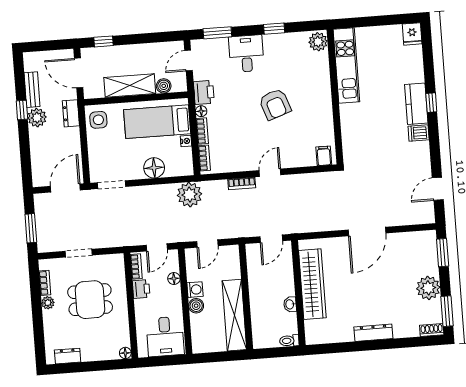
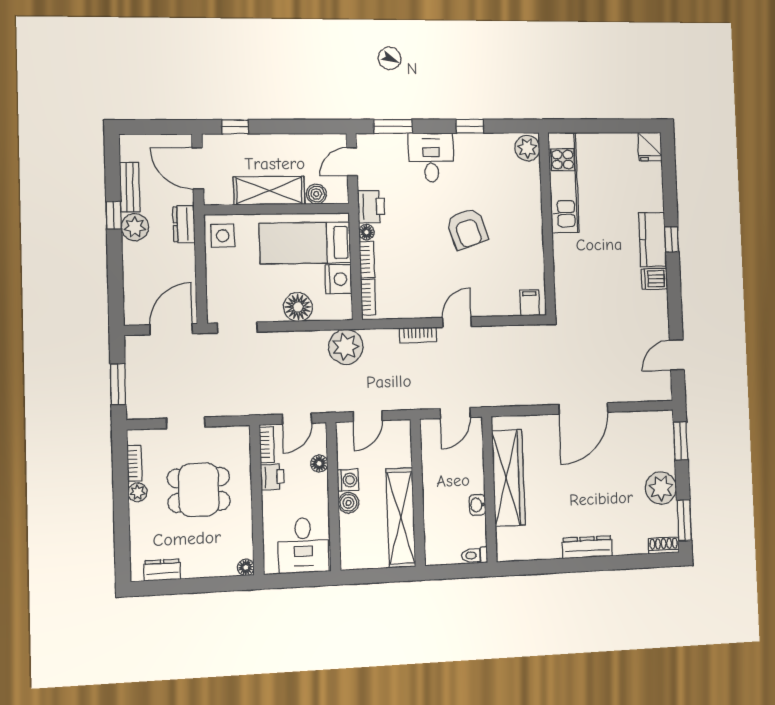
nightstand: (186, 141) -> (338, 279), width x1.89, depth x1.79

